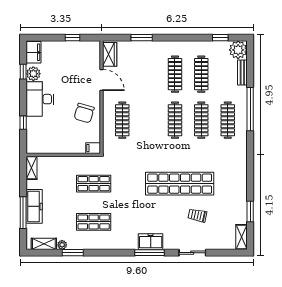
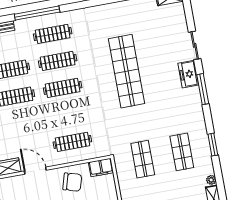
door: (101, 80) -> (35, 171), hinge flipped
filing cabinet: (93, 148) -> (101, 167), width x2.00
trolley: (197, 215) -> (156, 47), removed
freezer: (151, 242) -> (188, 74), moved
window: (73, 253) -> (213, 145), moved

